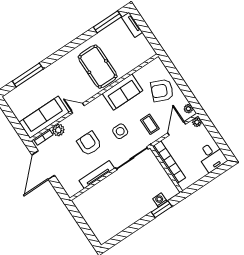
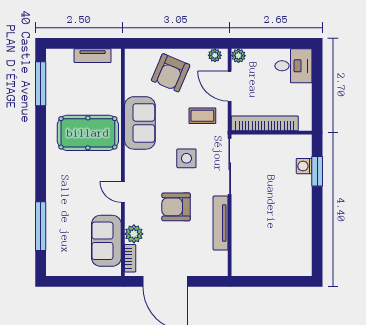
tv unit: (132, 25) -> (93, 56), moved
door: (78, 108) -> (123, 192), hinge flipped
sofa: (44, 117) -> (106, 241), width x0.73

